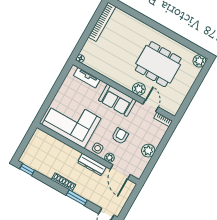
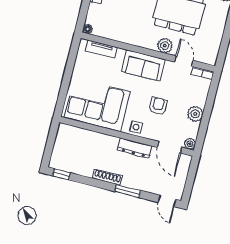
plant: (109, 158) -> (190, 144), moved

